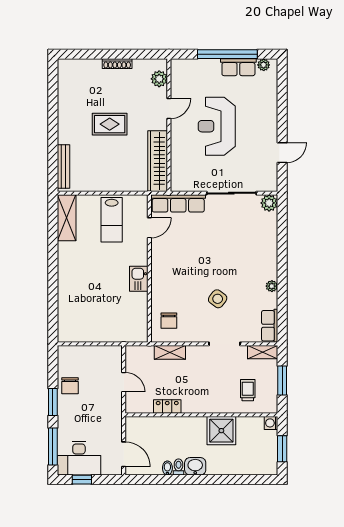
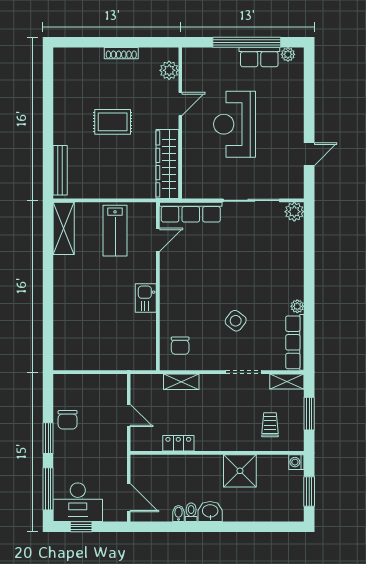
row of seats: (270, 326) -> (295, 342), width x1.48

